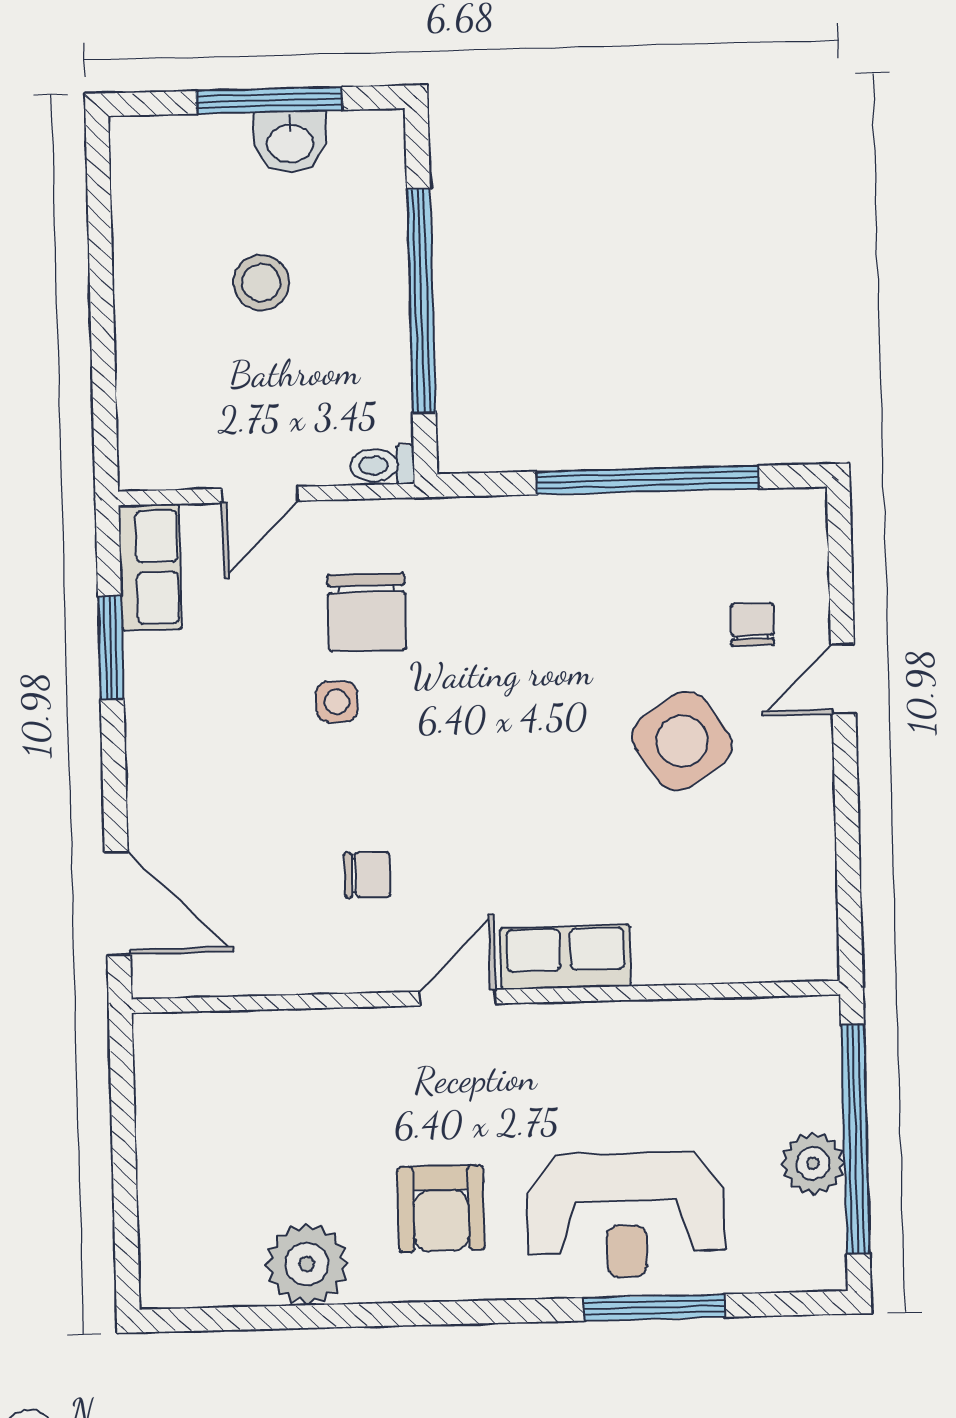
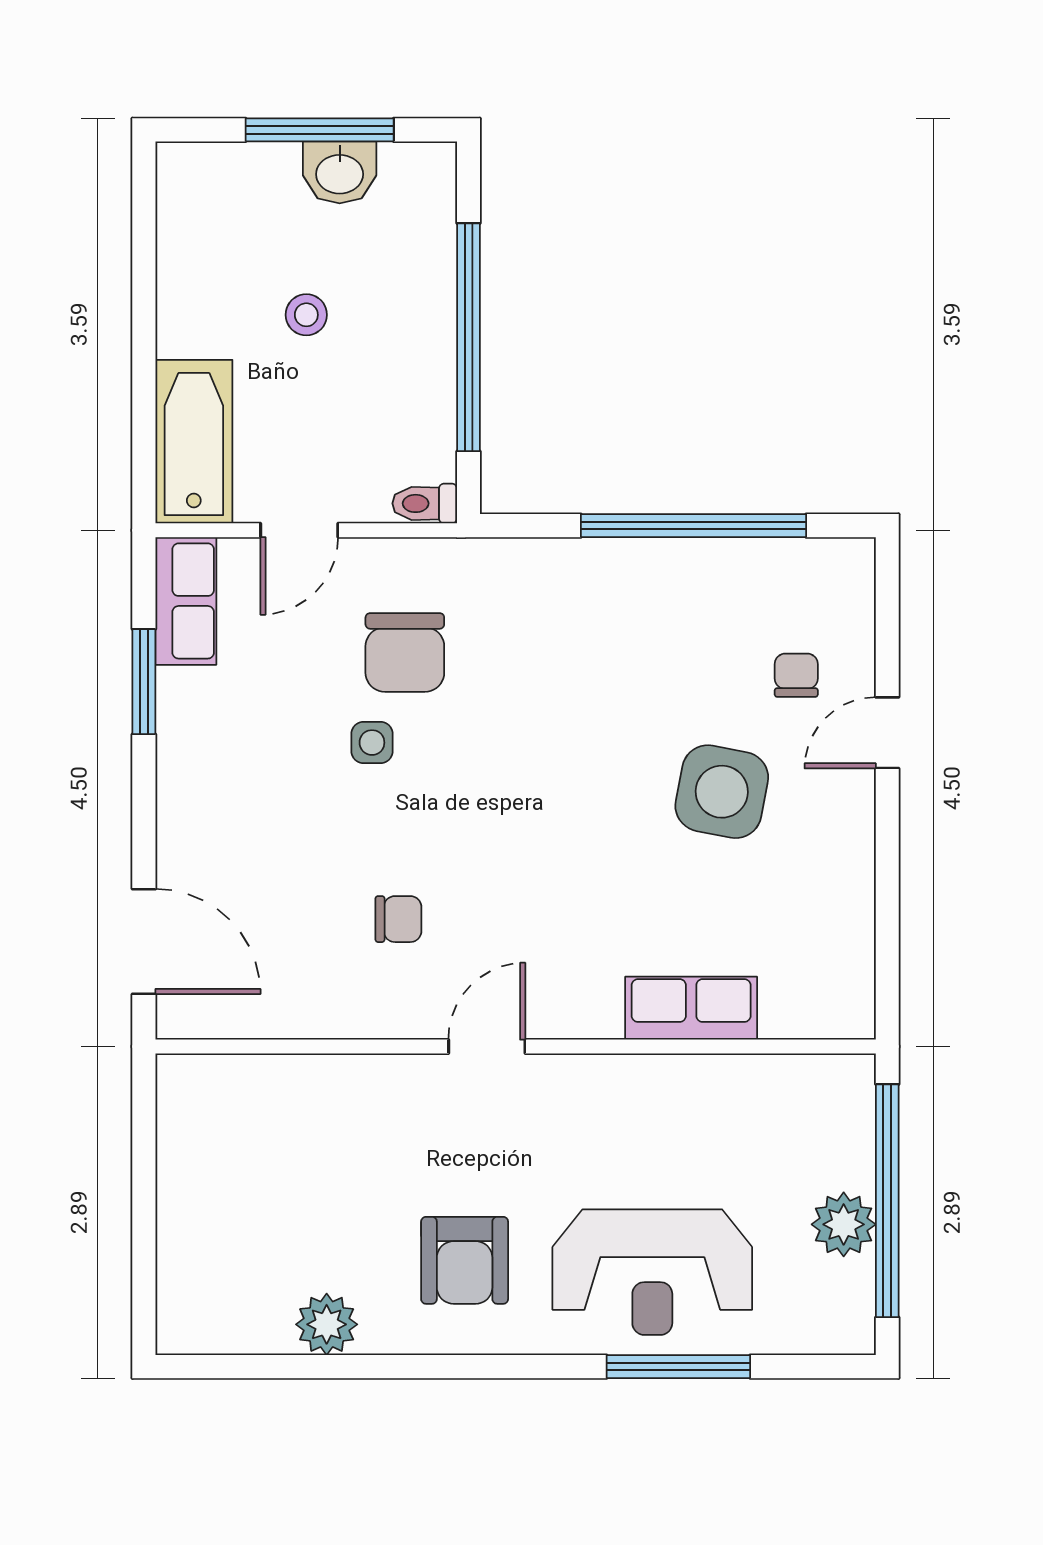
stool: (261, 283) -> (306, 315), width x0.73, depth x0.73
bathtub: (154, 410) -> (194, 442), added
side table: (682, 741) -> (722, 792), turned 45
row of seats: (565, 957) -> (691, 1008), moved
plant: (307, 1264) -> (327, 1324), width x0.73, depth x0.73

